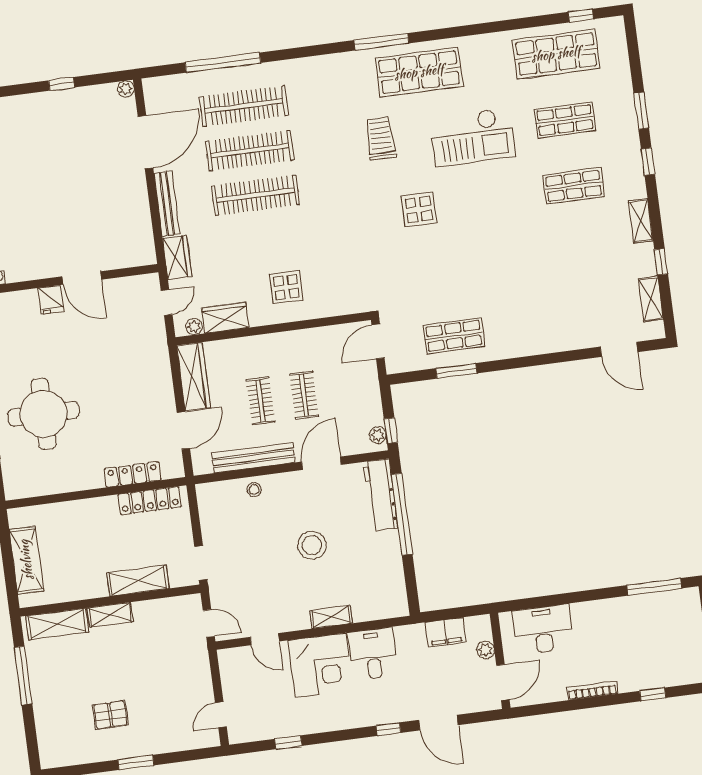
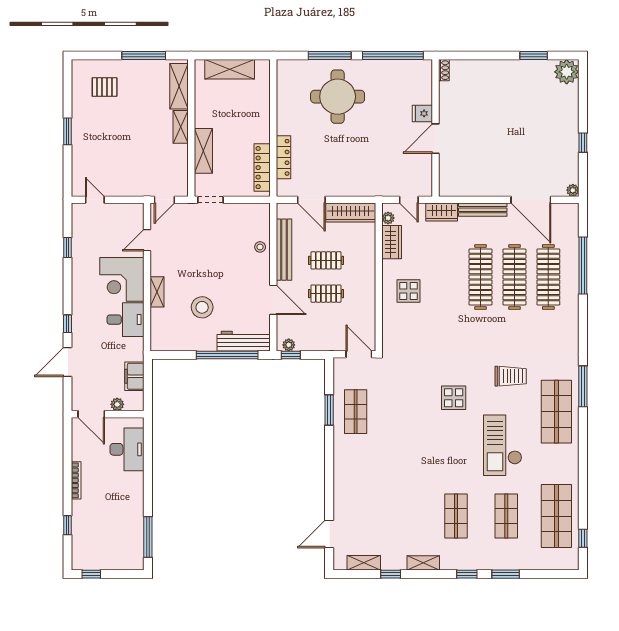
stool: (312, 545) -> (202, 307), moved
pallet: (110, 715) -> (105, 87), moved, turned 90

